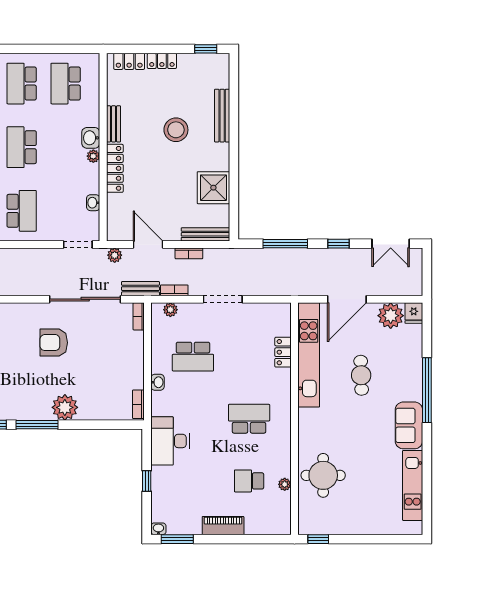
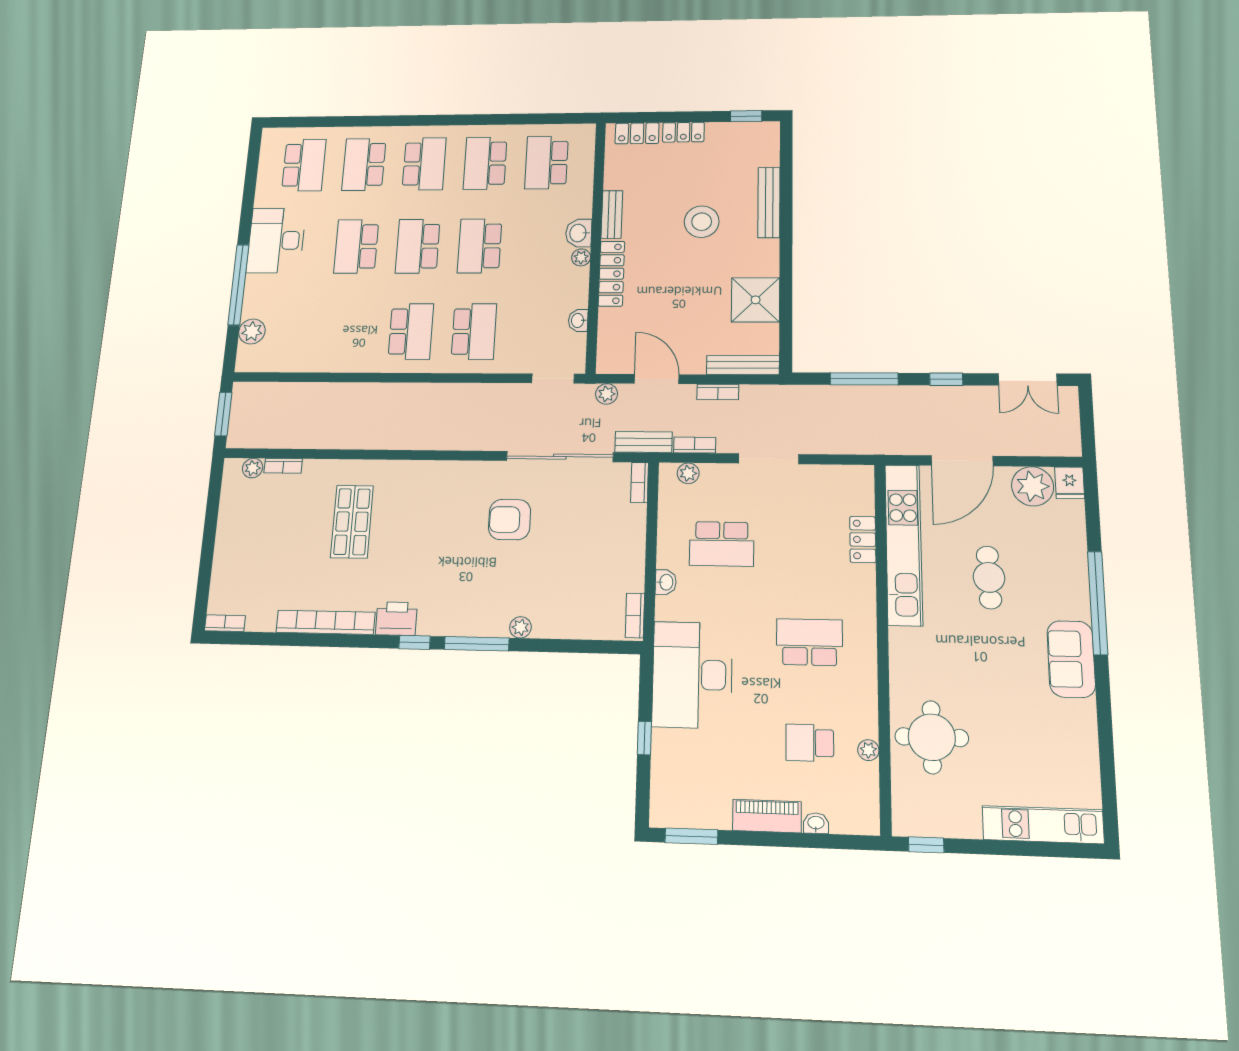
plant: (65, 407) -> (520, 627), width x0.53, depth x0.53
desk: (170, 441) -> (692, 675), width x1.36, depth x1.30
kitchen unit: (413, 485) -> (1043, 825), moved, turned 90
washbasin: (158, 529) -> (816, 823), moved

